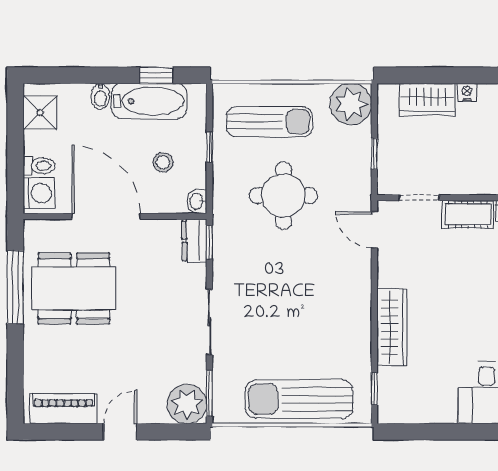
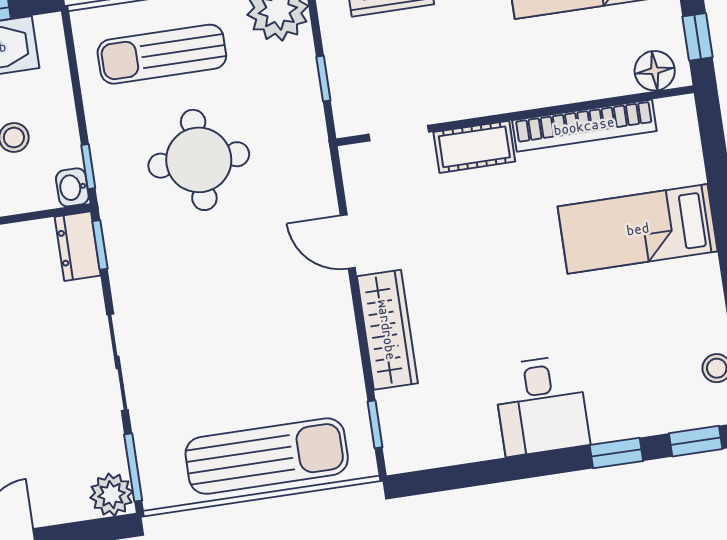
sun lounger: (269, 122) -> (162, 54), turned 180
window: (209, 147) -> (88, 167), moved
door: (374, 230) -> (348, 242), moved
sun lounger: (299, 399) -> (267, 456), turned 180
plant: (187, 404) -> (111, 495), width x0.73, depth x0.73

